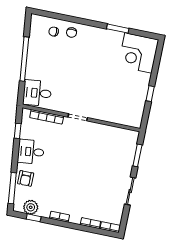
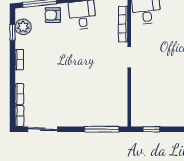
window: (150, 94) -> (151, 129), moved
window: (137, 155) -> (102, 129), width x1.44
sliding door: (130, 191) -> (43, 129), moved

